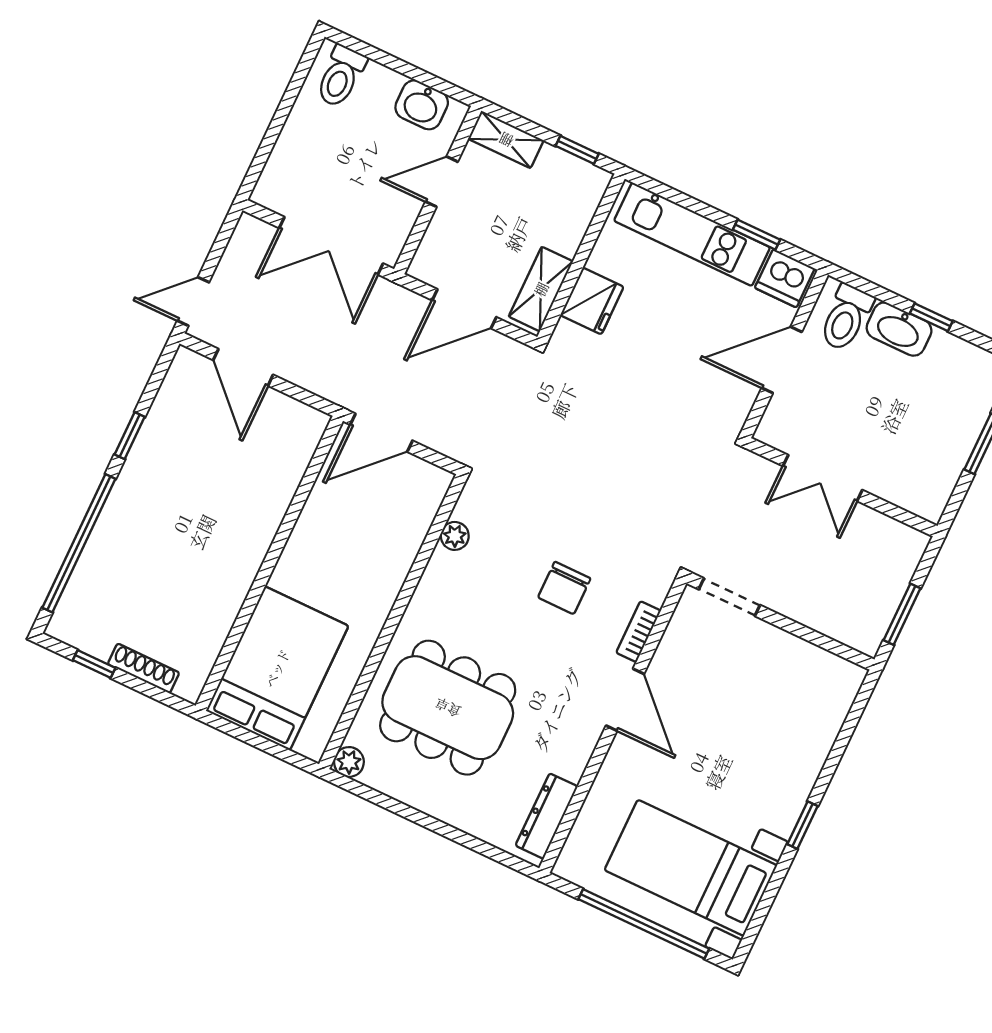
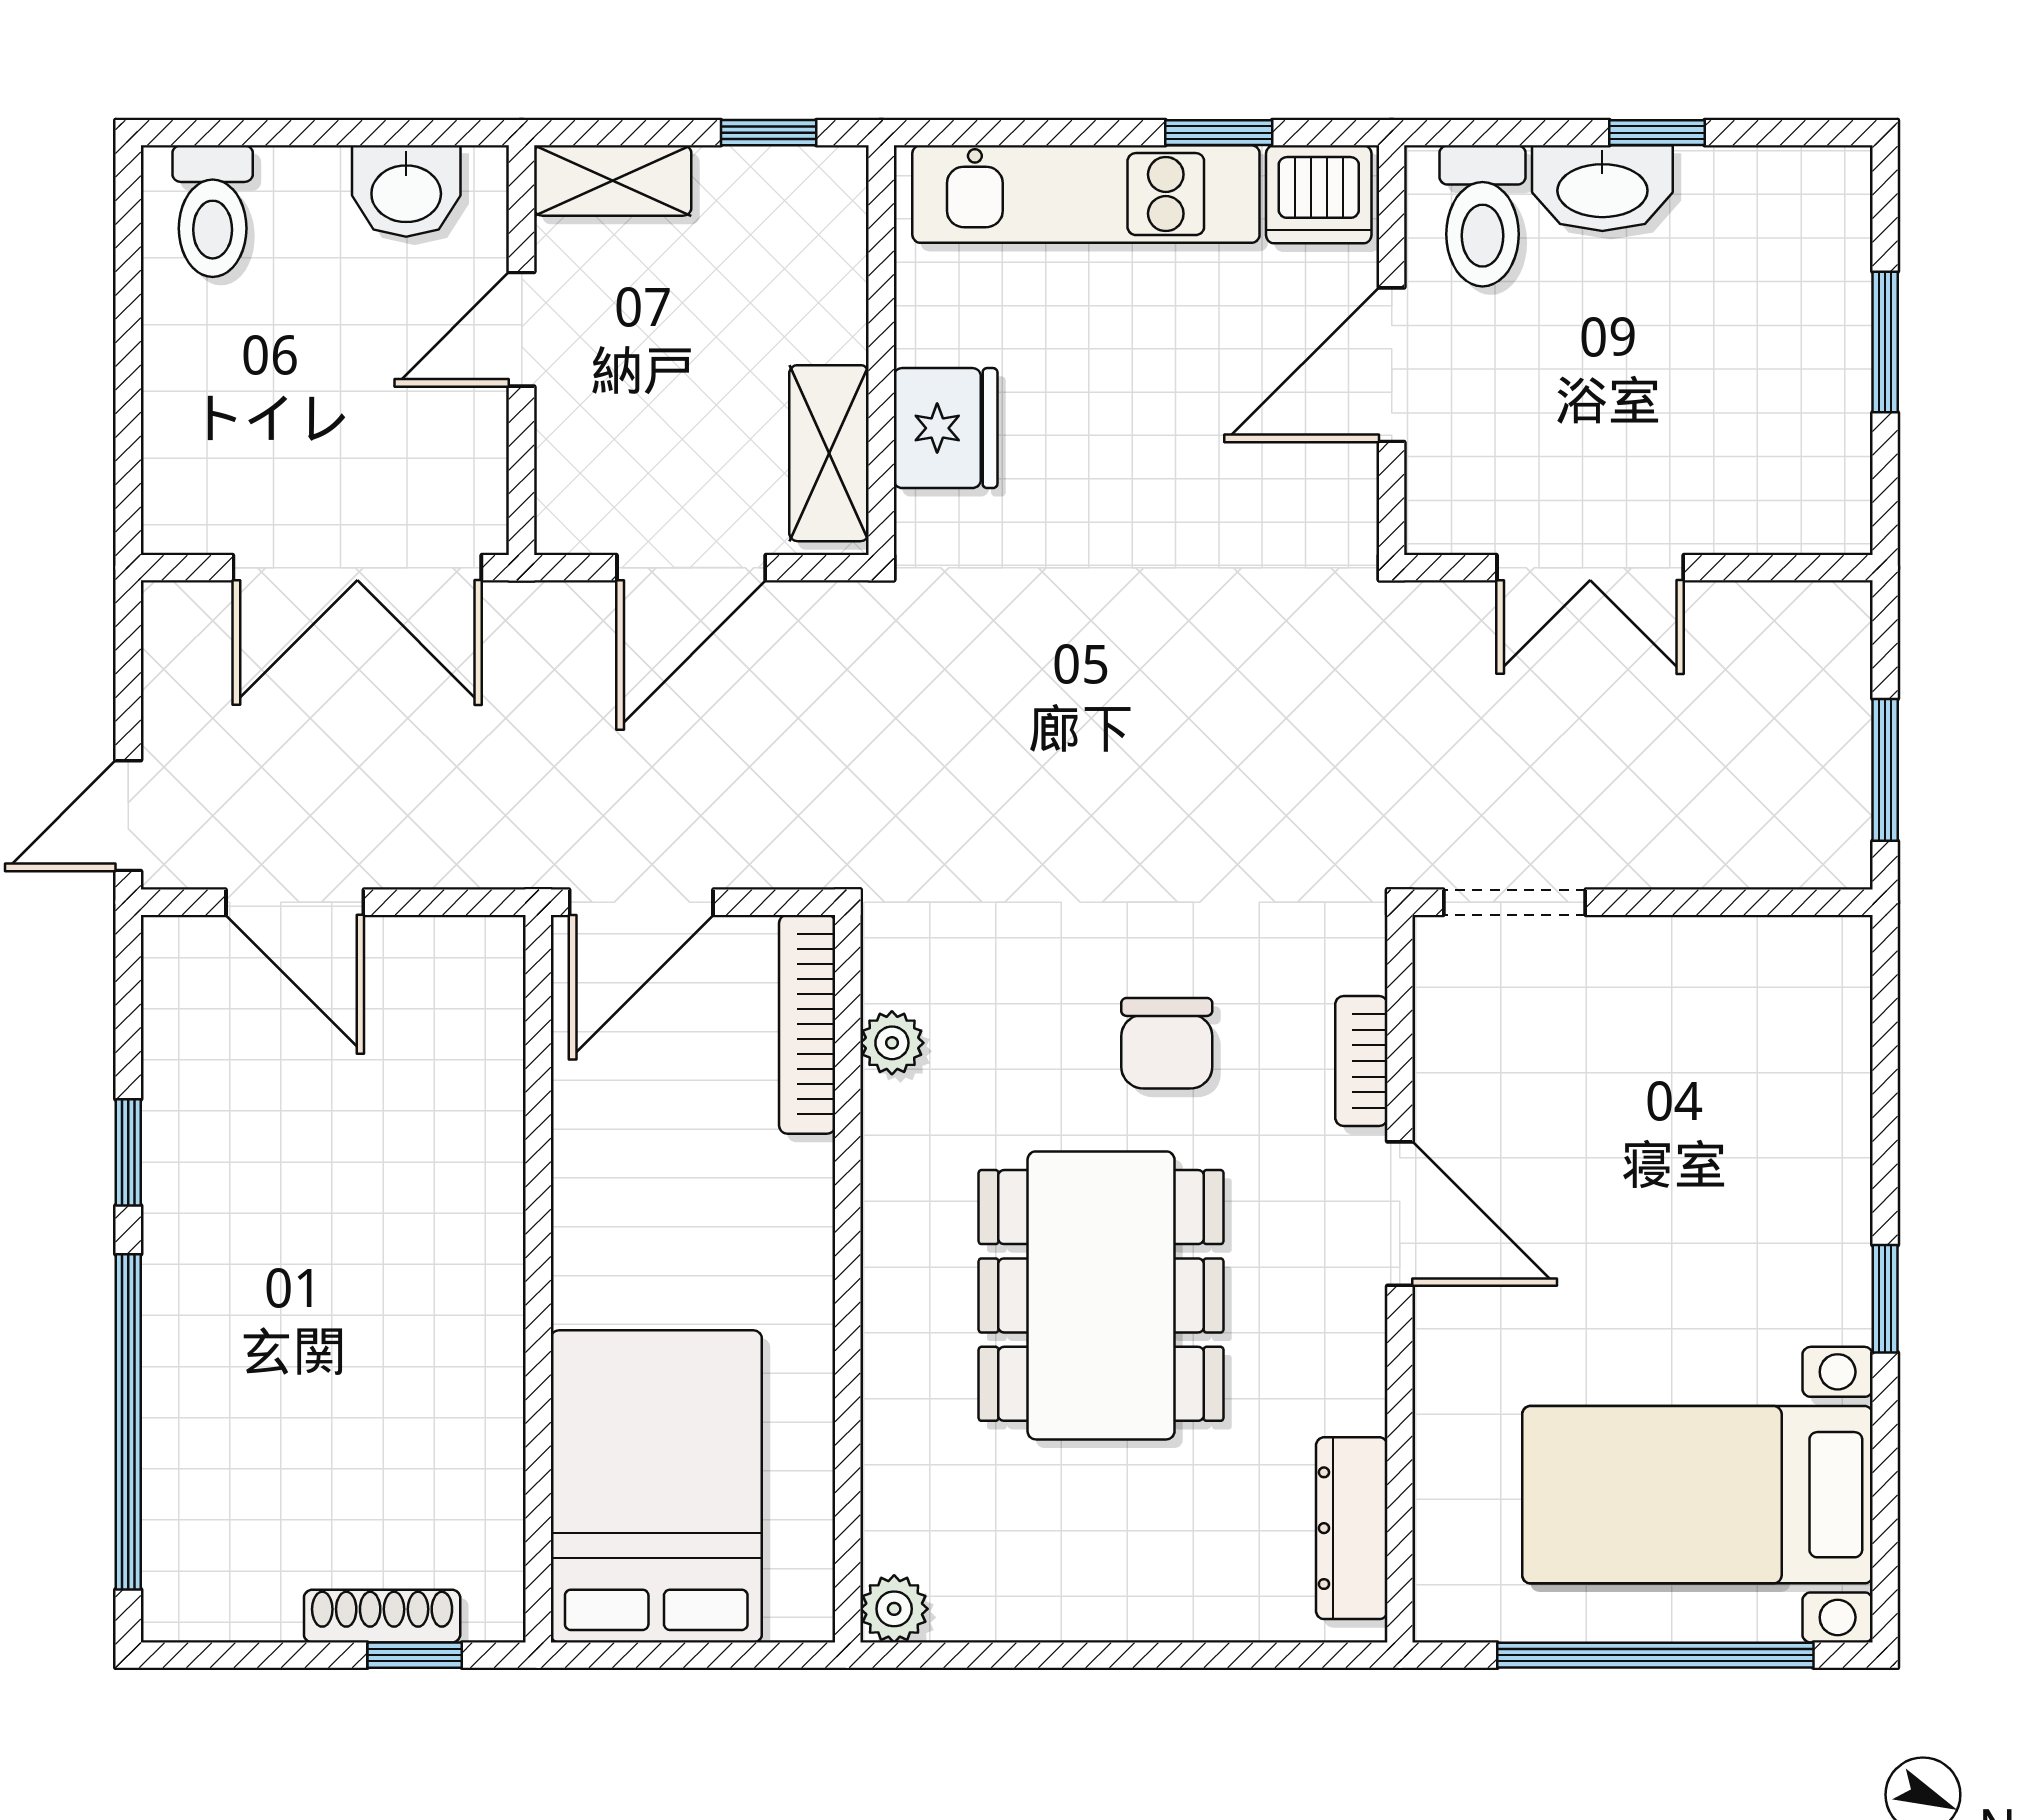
bookcase: (424, 513) -> (807, 1024), added
window: (94, 664) -> (415, 1655), moved
dining table: (448, 708) -> (1101, 1295), moved, turned 90

